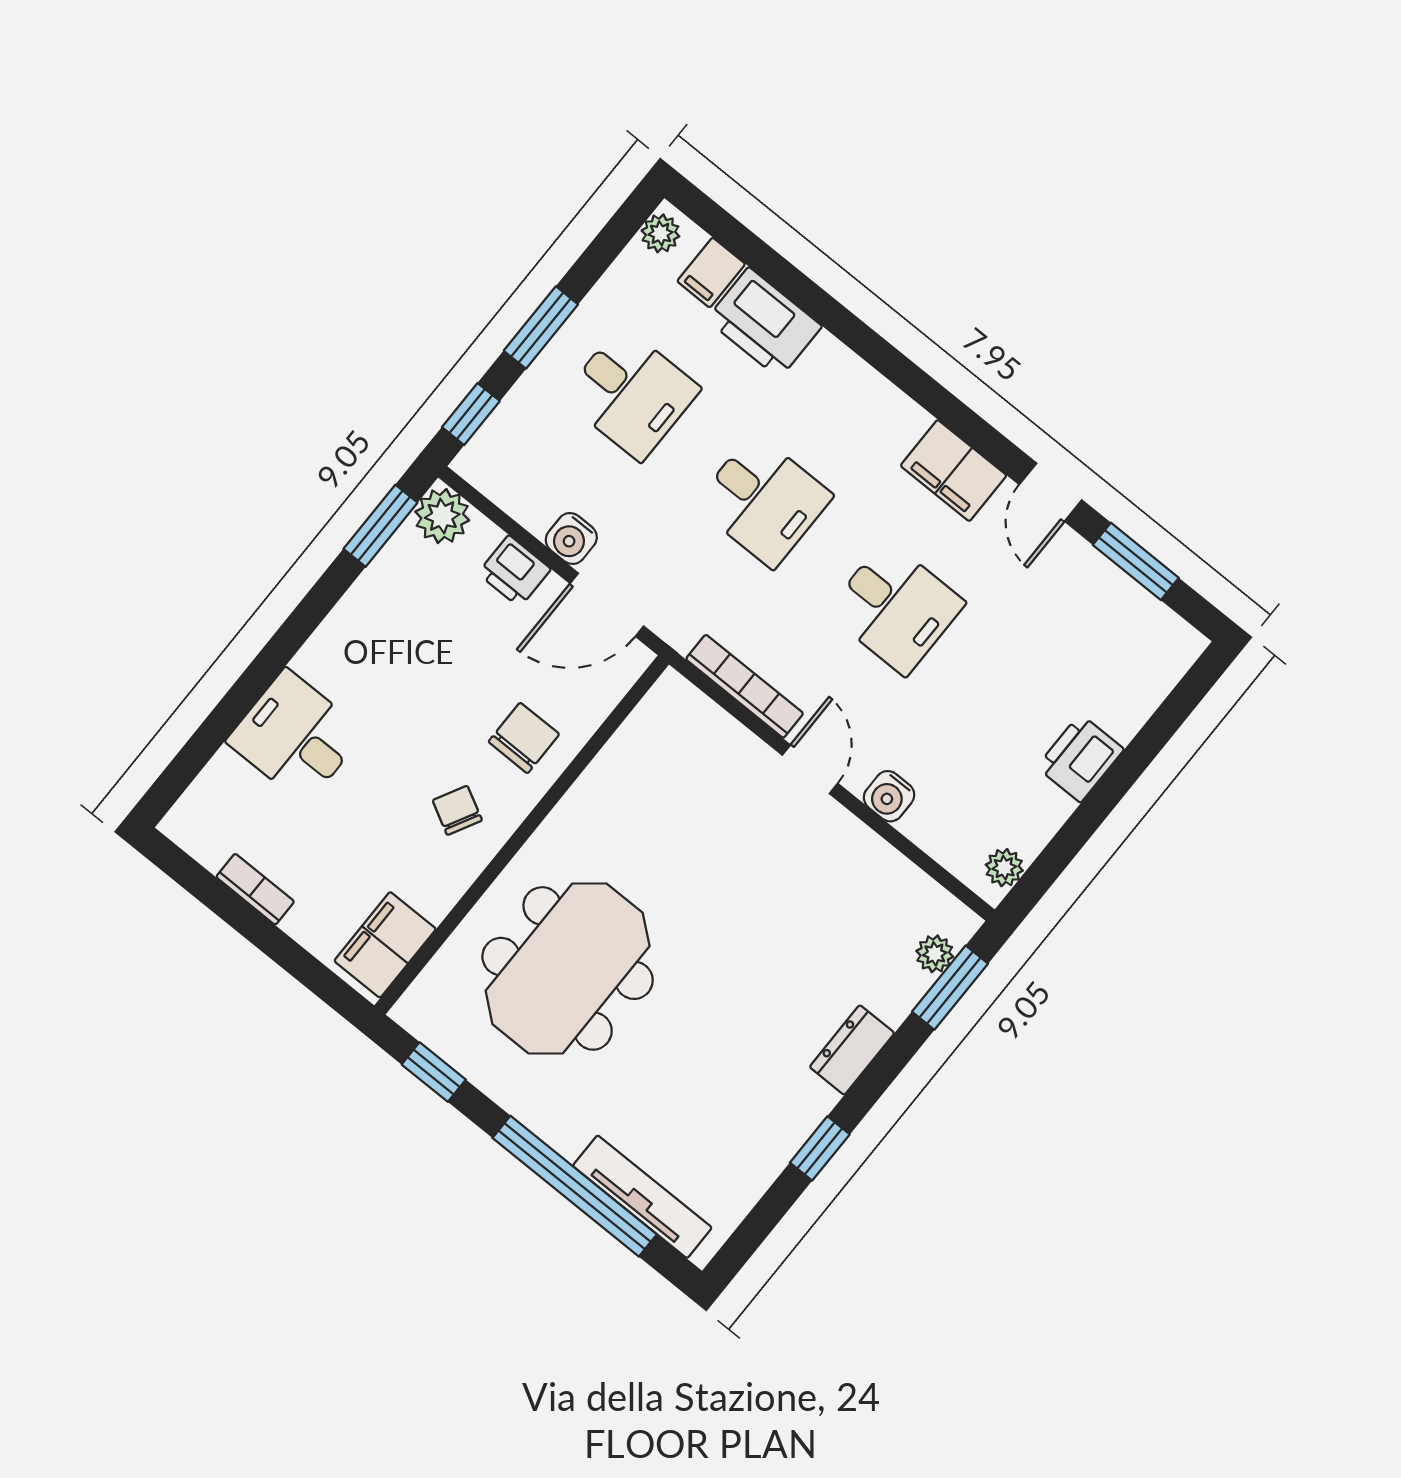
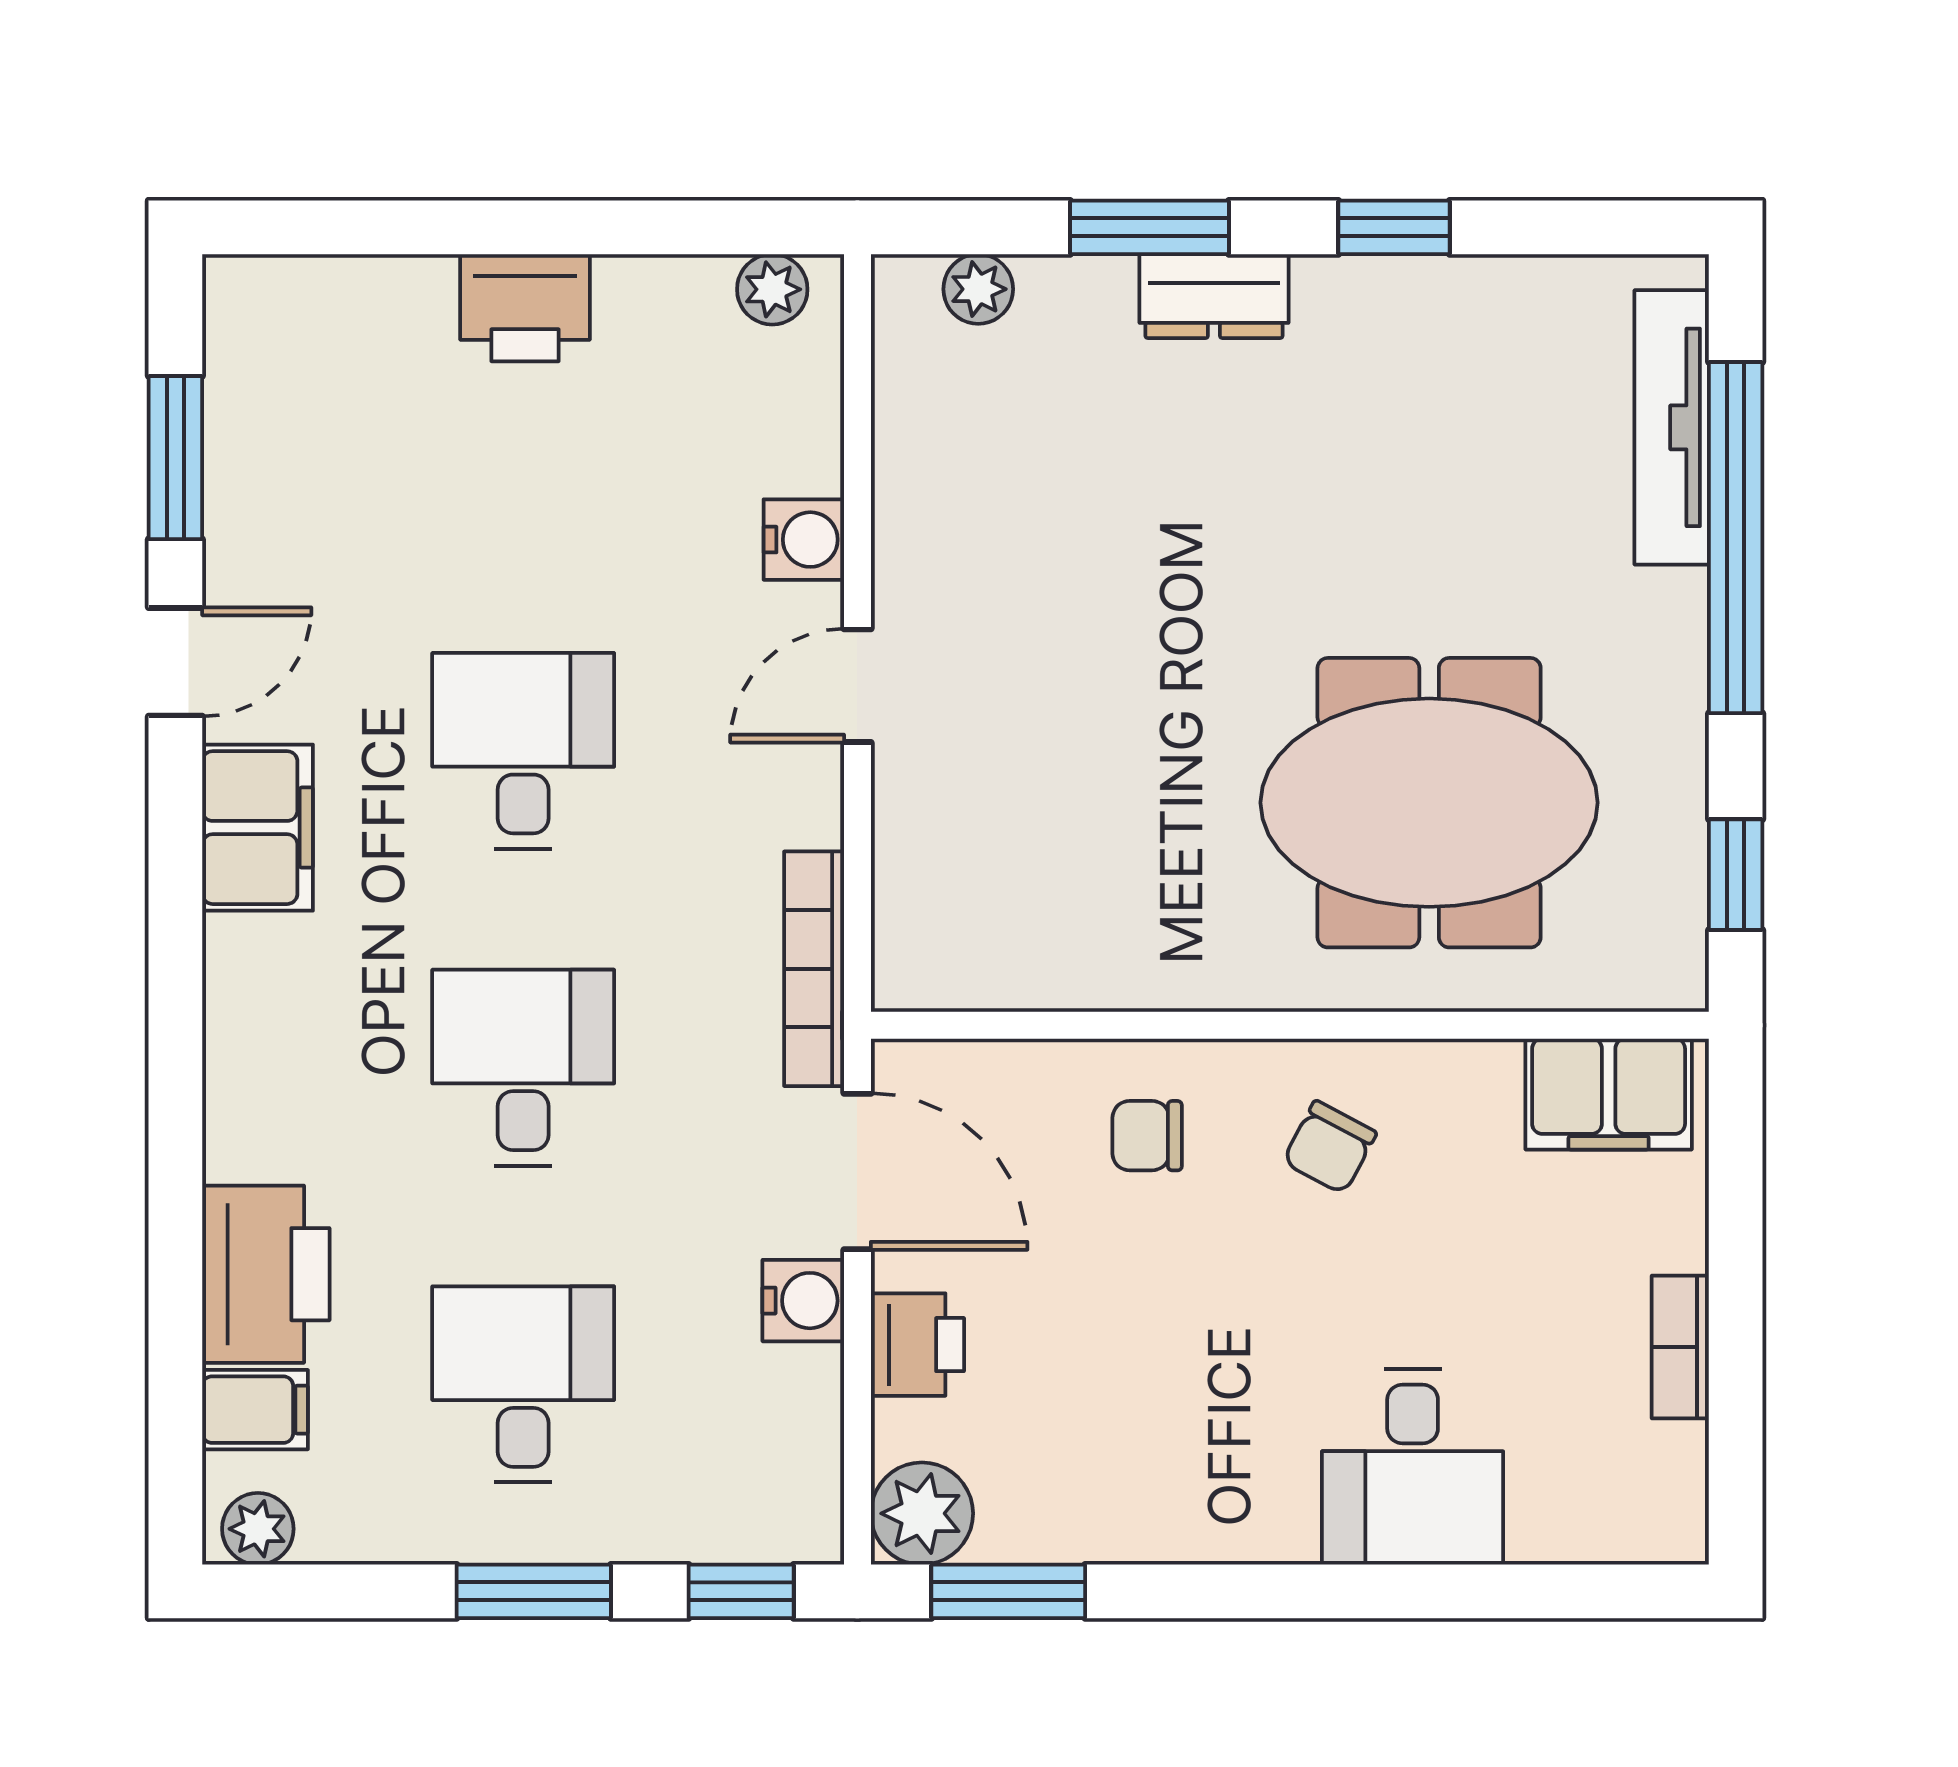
bookcase: (745, 686) -> (814, 969), moved
chair: (524, 738) -> (1147, 1136), width x0.73, depth x0.73
window: (950, 988) -> (1149, 227), moved

